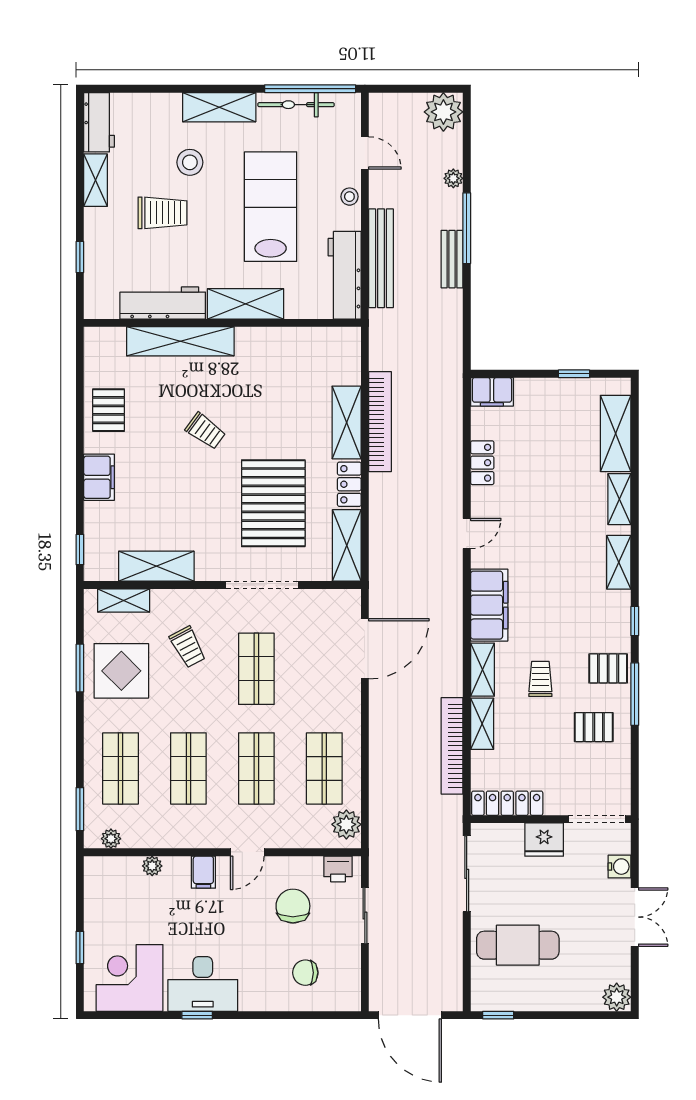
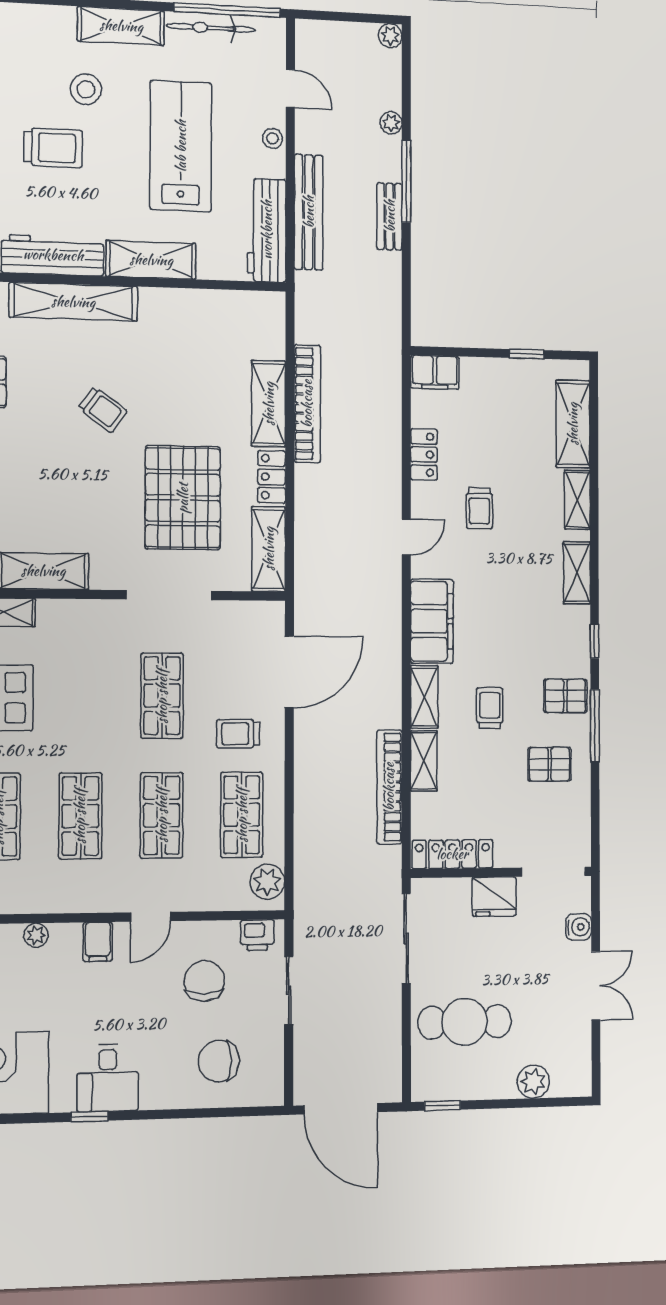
plant: (443, 112) -> (390, 36), width x0.53, depth x0.53
trolley: (531, 508) -> (479, 508), added
trolley: (188, 647) -> (238, 734), moved, turned 118
chair: (305, 973) -> (219, 1061), width x1.37, depth x1.37
desk: (203, 984) -> (108, 1078), width x0.73
plant: (617, 997) -> (533, 1082), moved

